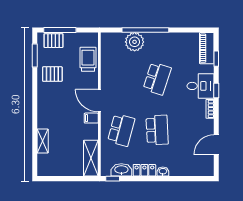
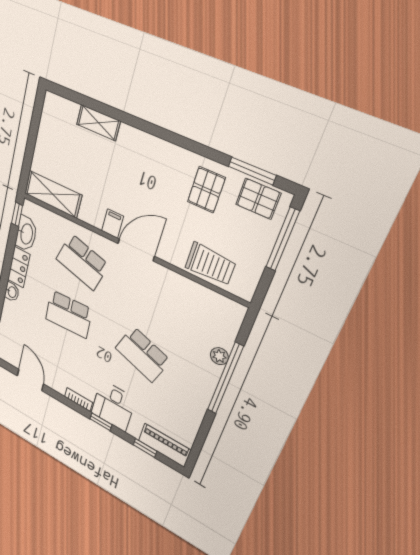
pallet: (53, 41) -> (258, 199), moved, turned 90
plant: (135, 42) -> (219, 356), width x0.53, depth x0.53

